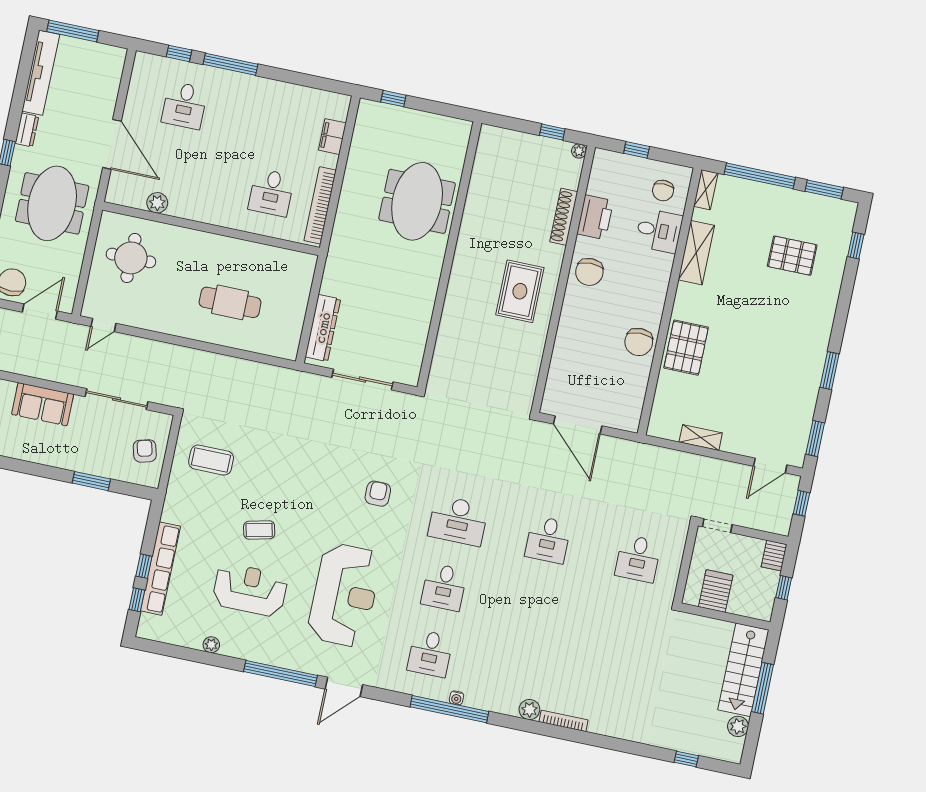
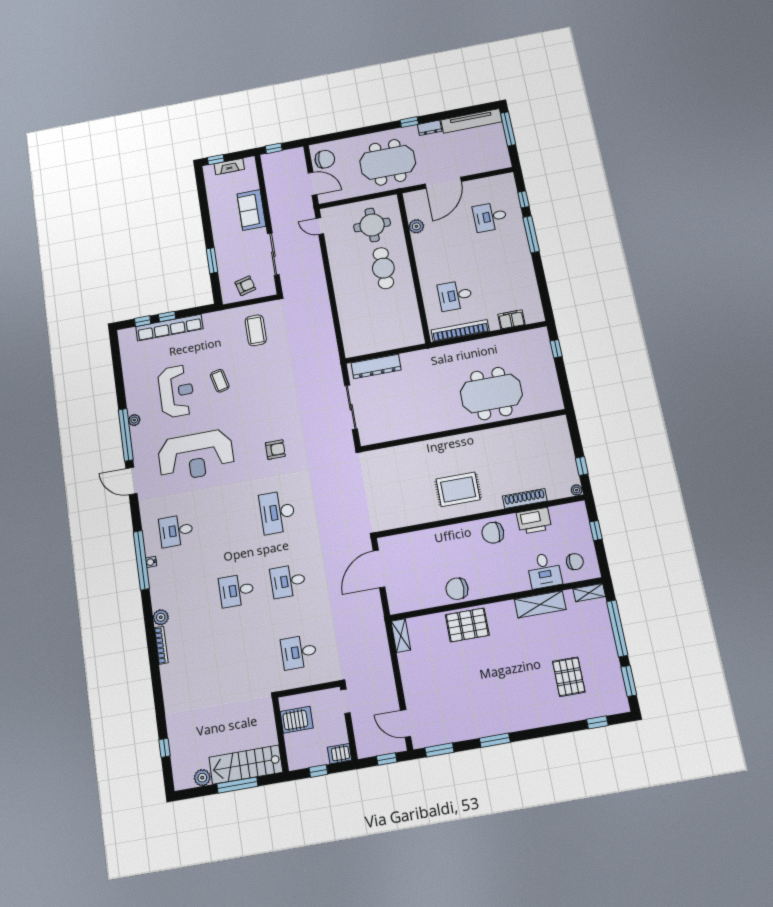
chair: (663, 191) -> (575, 562), turned 180
cafe table: (230, 302) -> (383, 268), moved
shelving: (701, 438) -> (401, 636), moved
desk: (444, 587) -> (236, 590), moved
plant: (211, 645) -> (134, 420), moved

